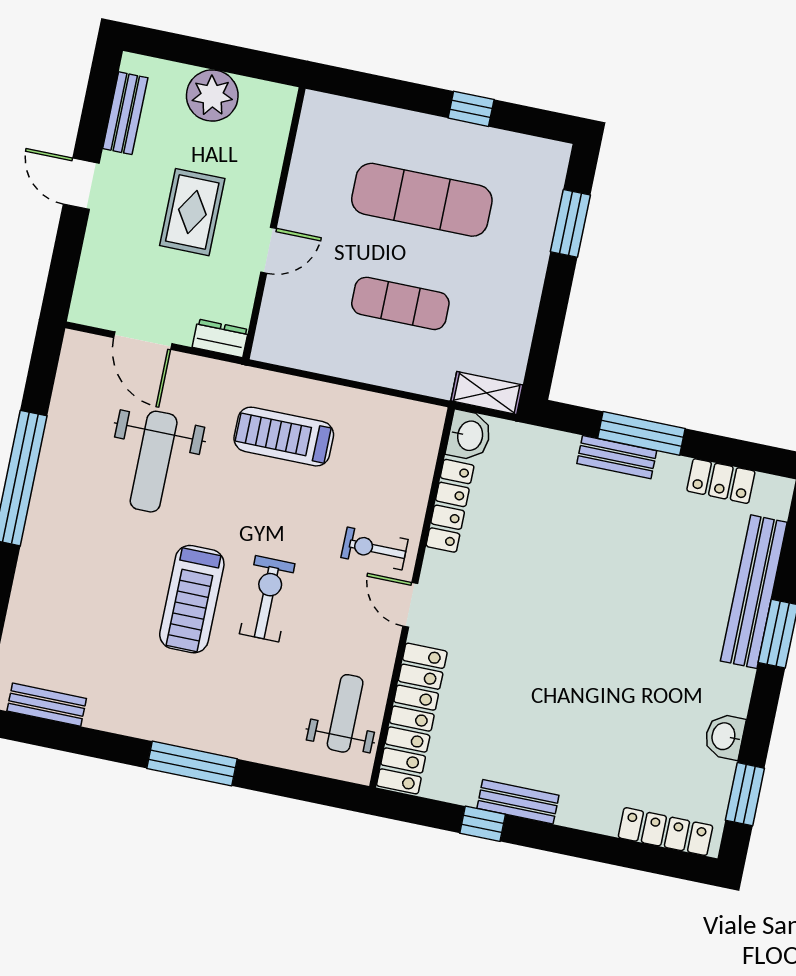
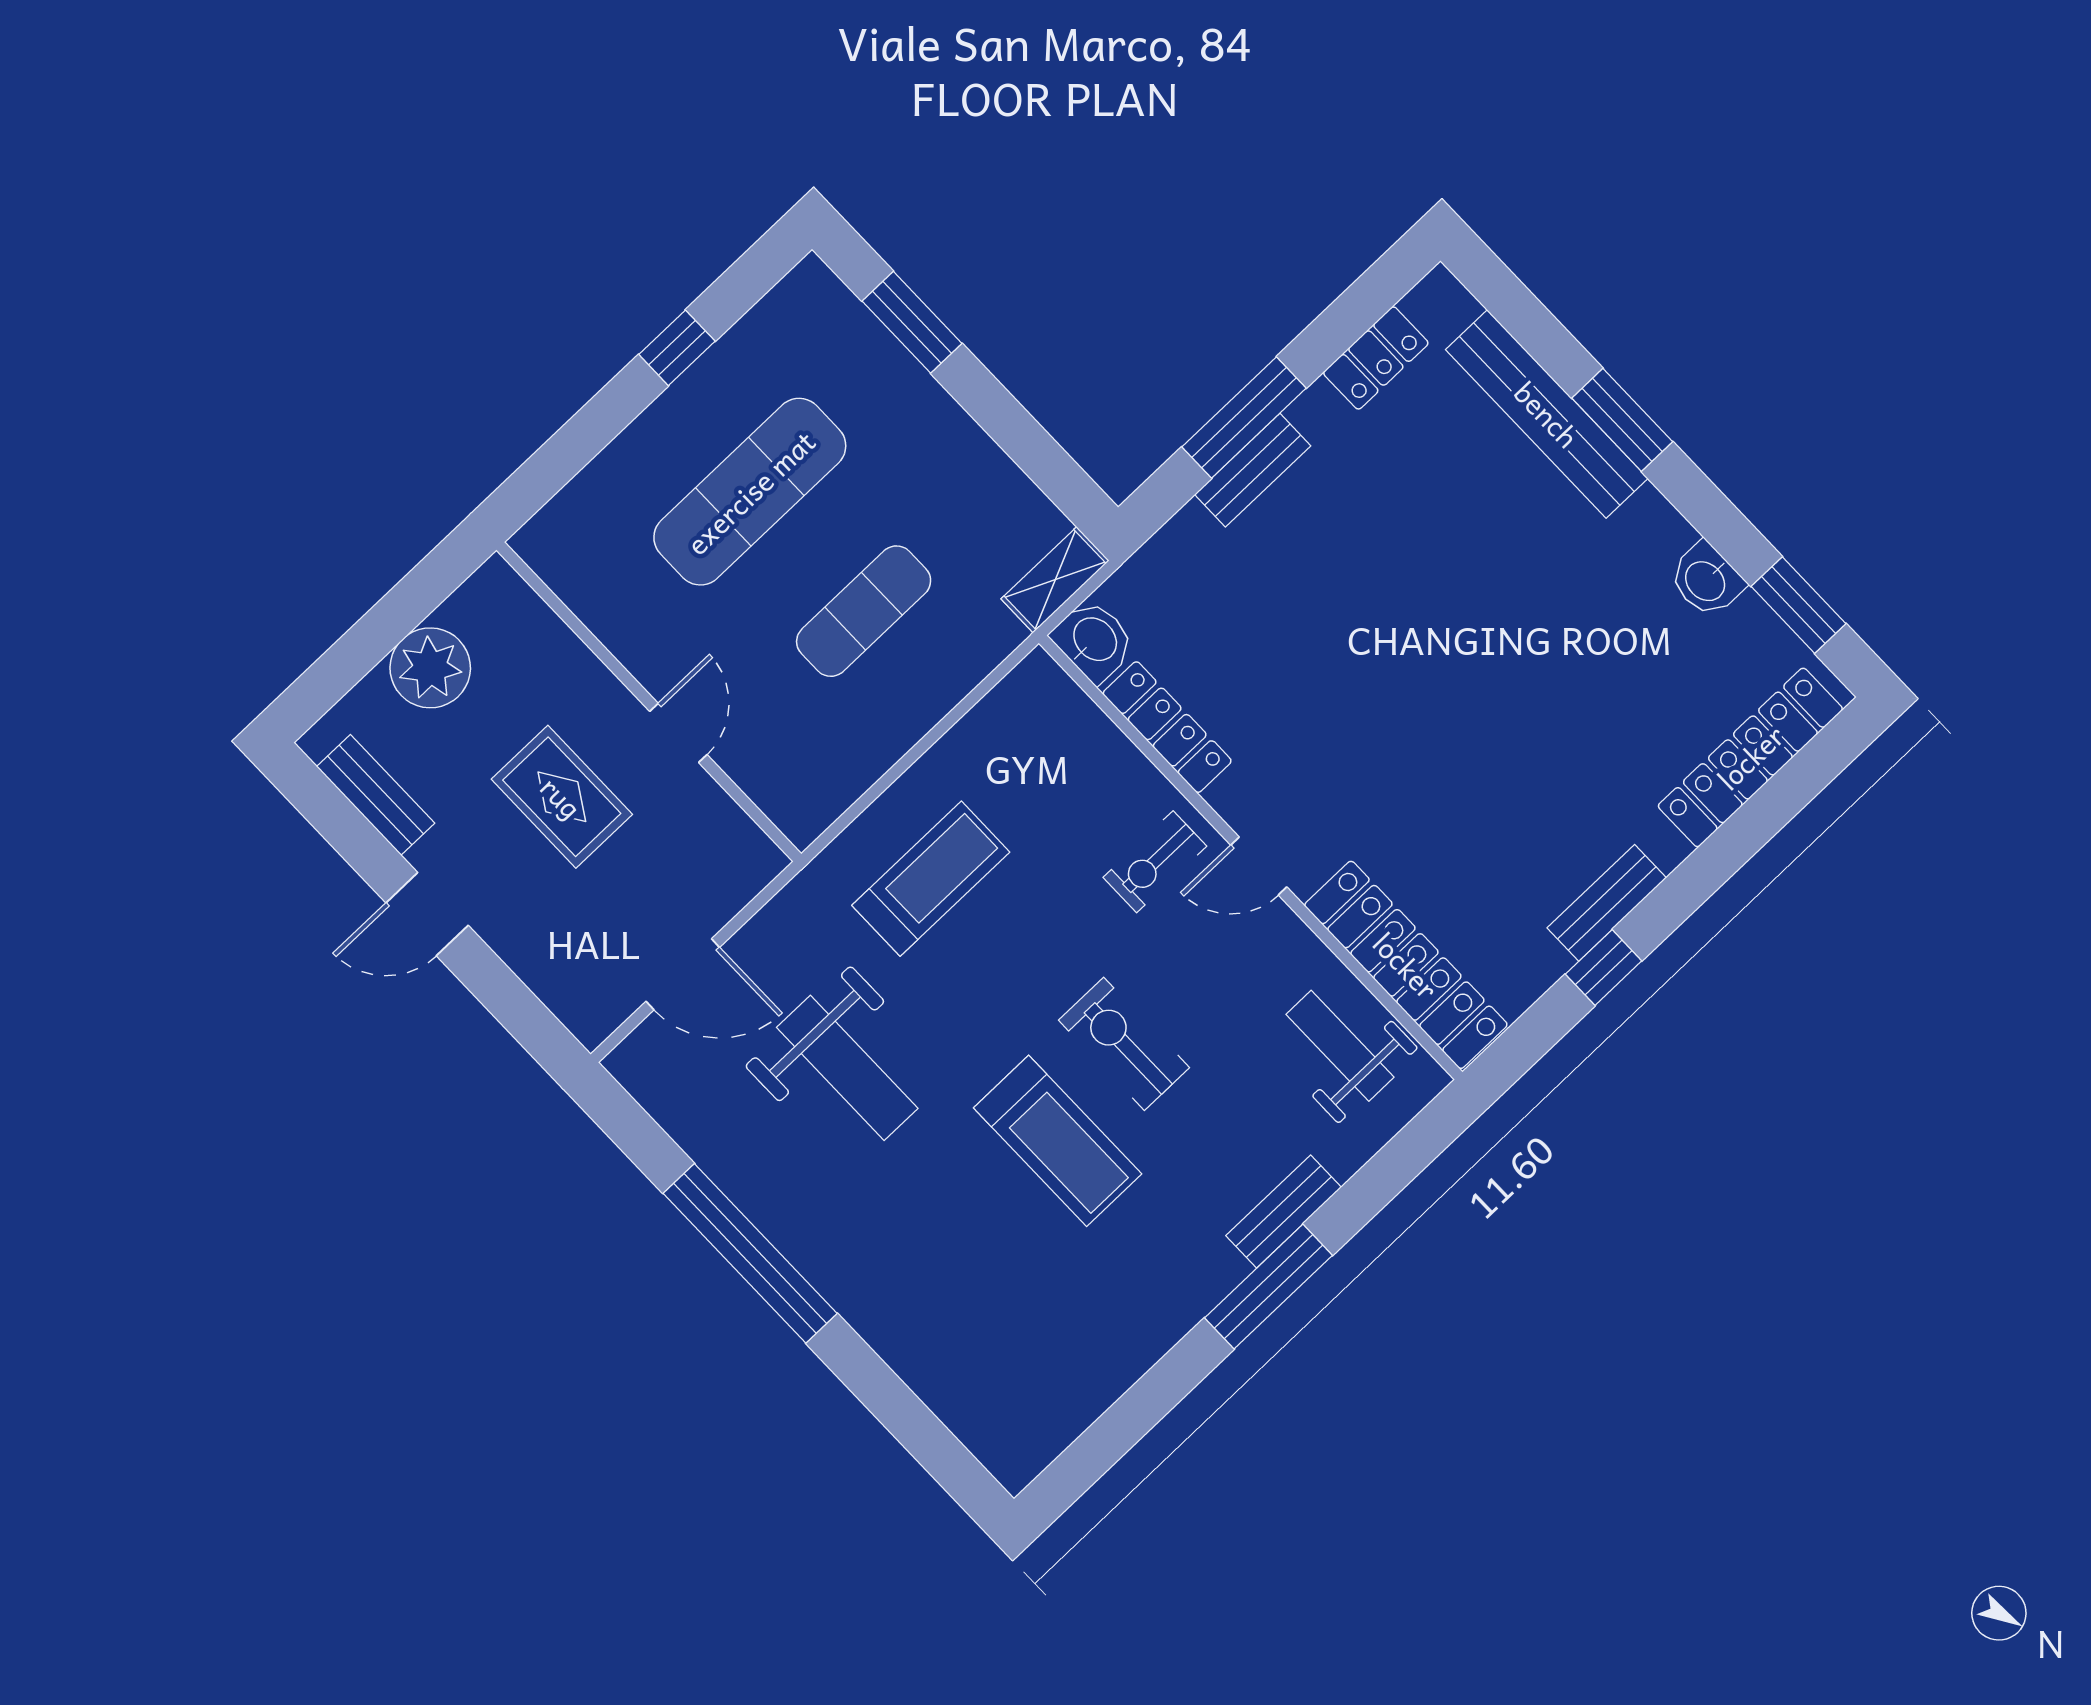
dresser: (220, 338) -> (749, 873), removed
treadmill: (284, 437) -> (931, 879), turned 180
bench: (47, 705) -> (1284, 1211), moved
locker: (665, 832) -> (1750, 757), width x1.41, depth x1.21

